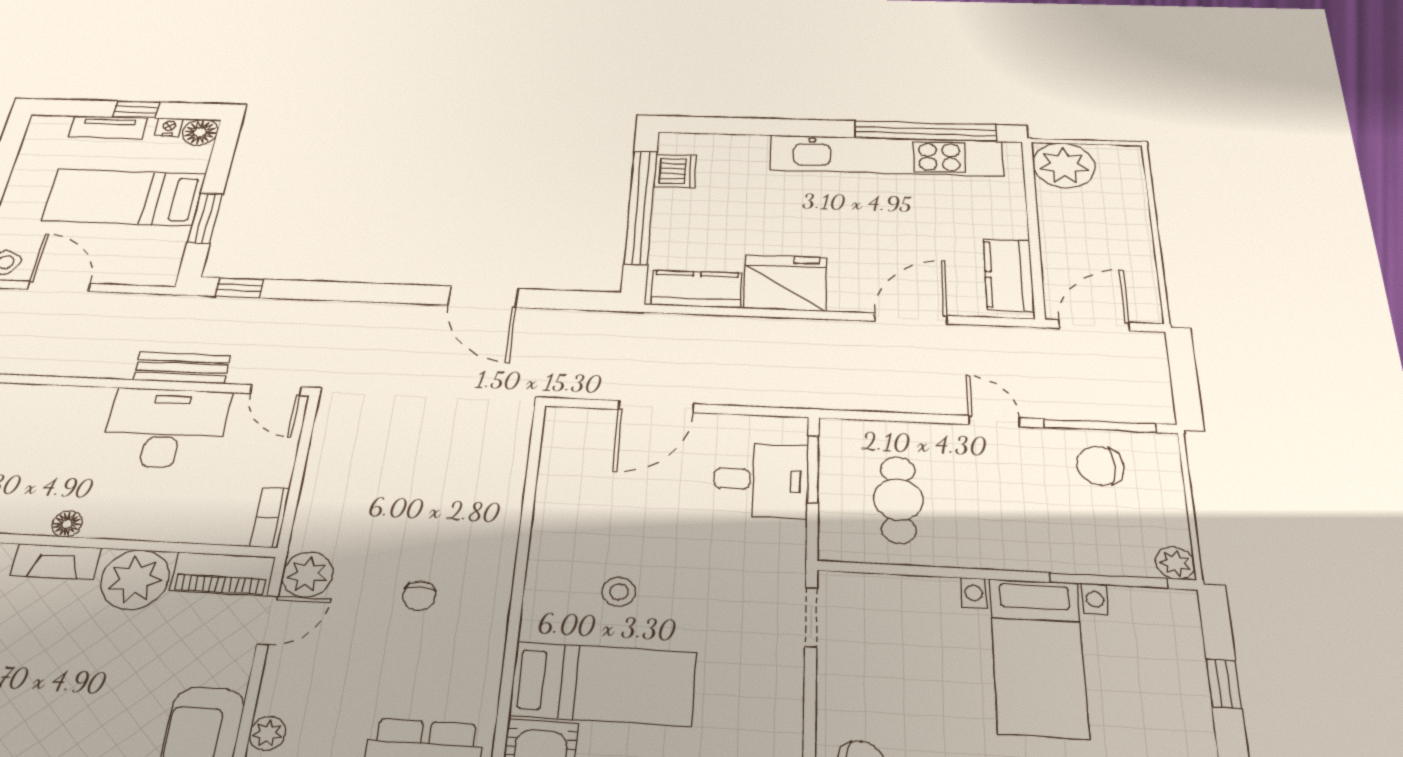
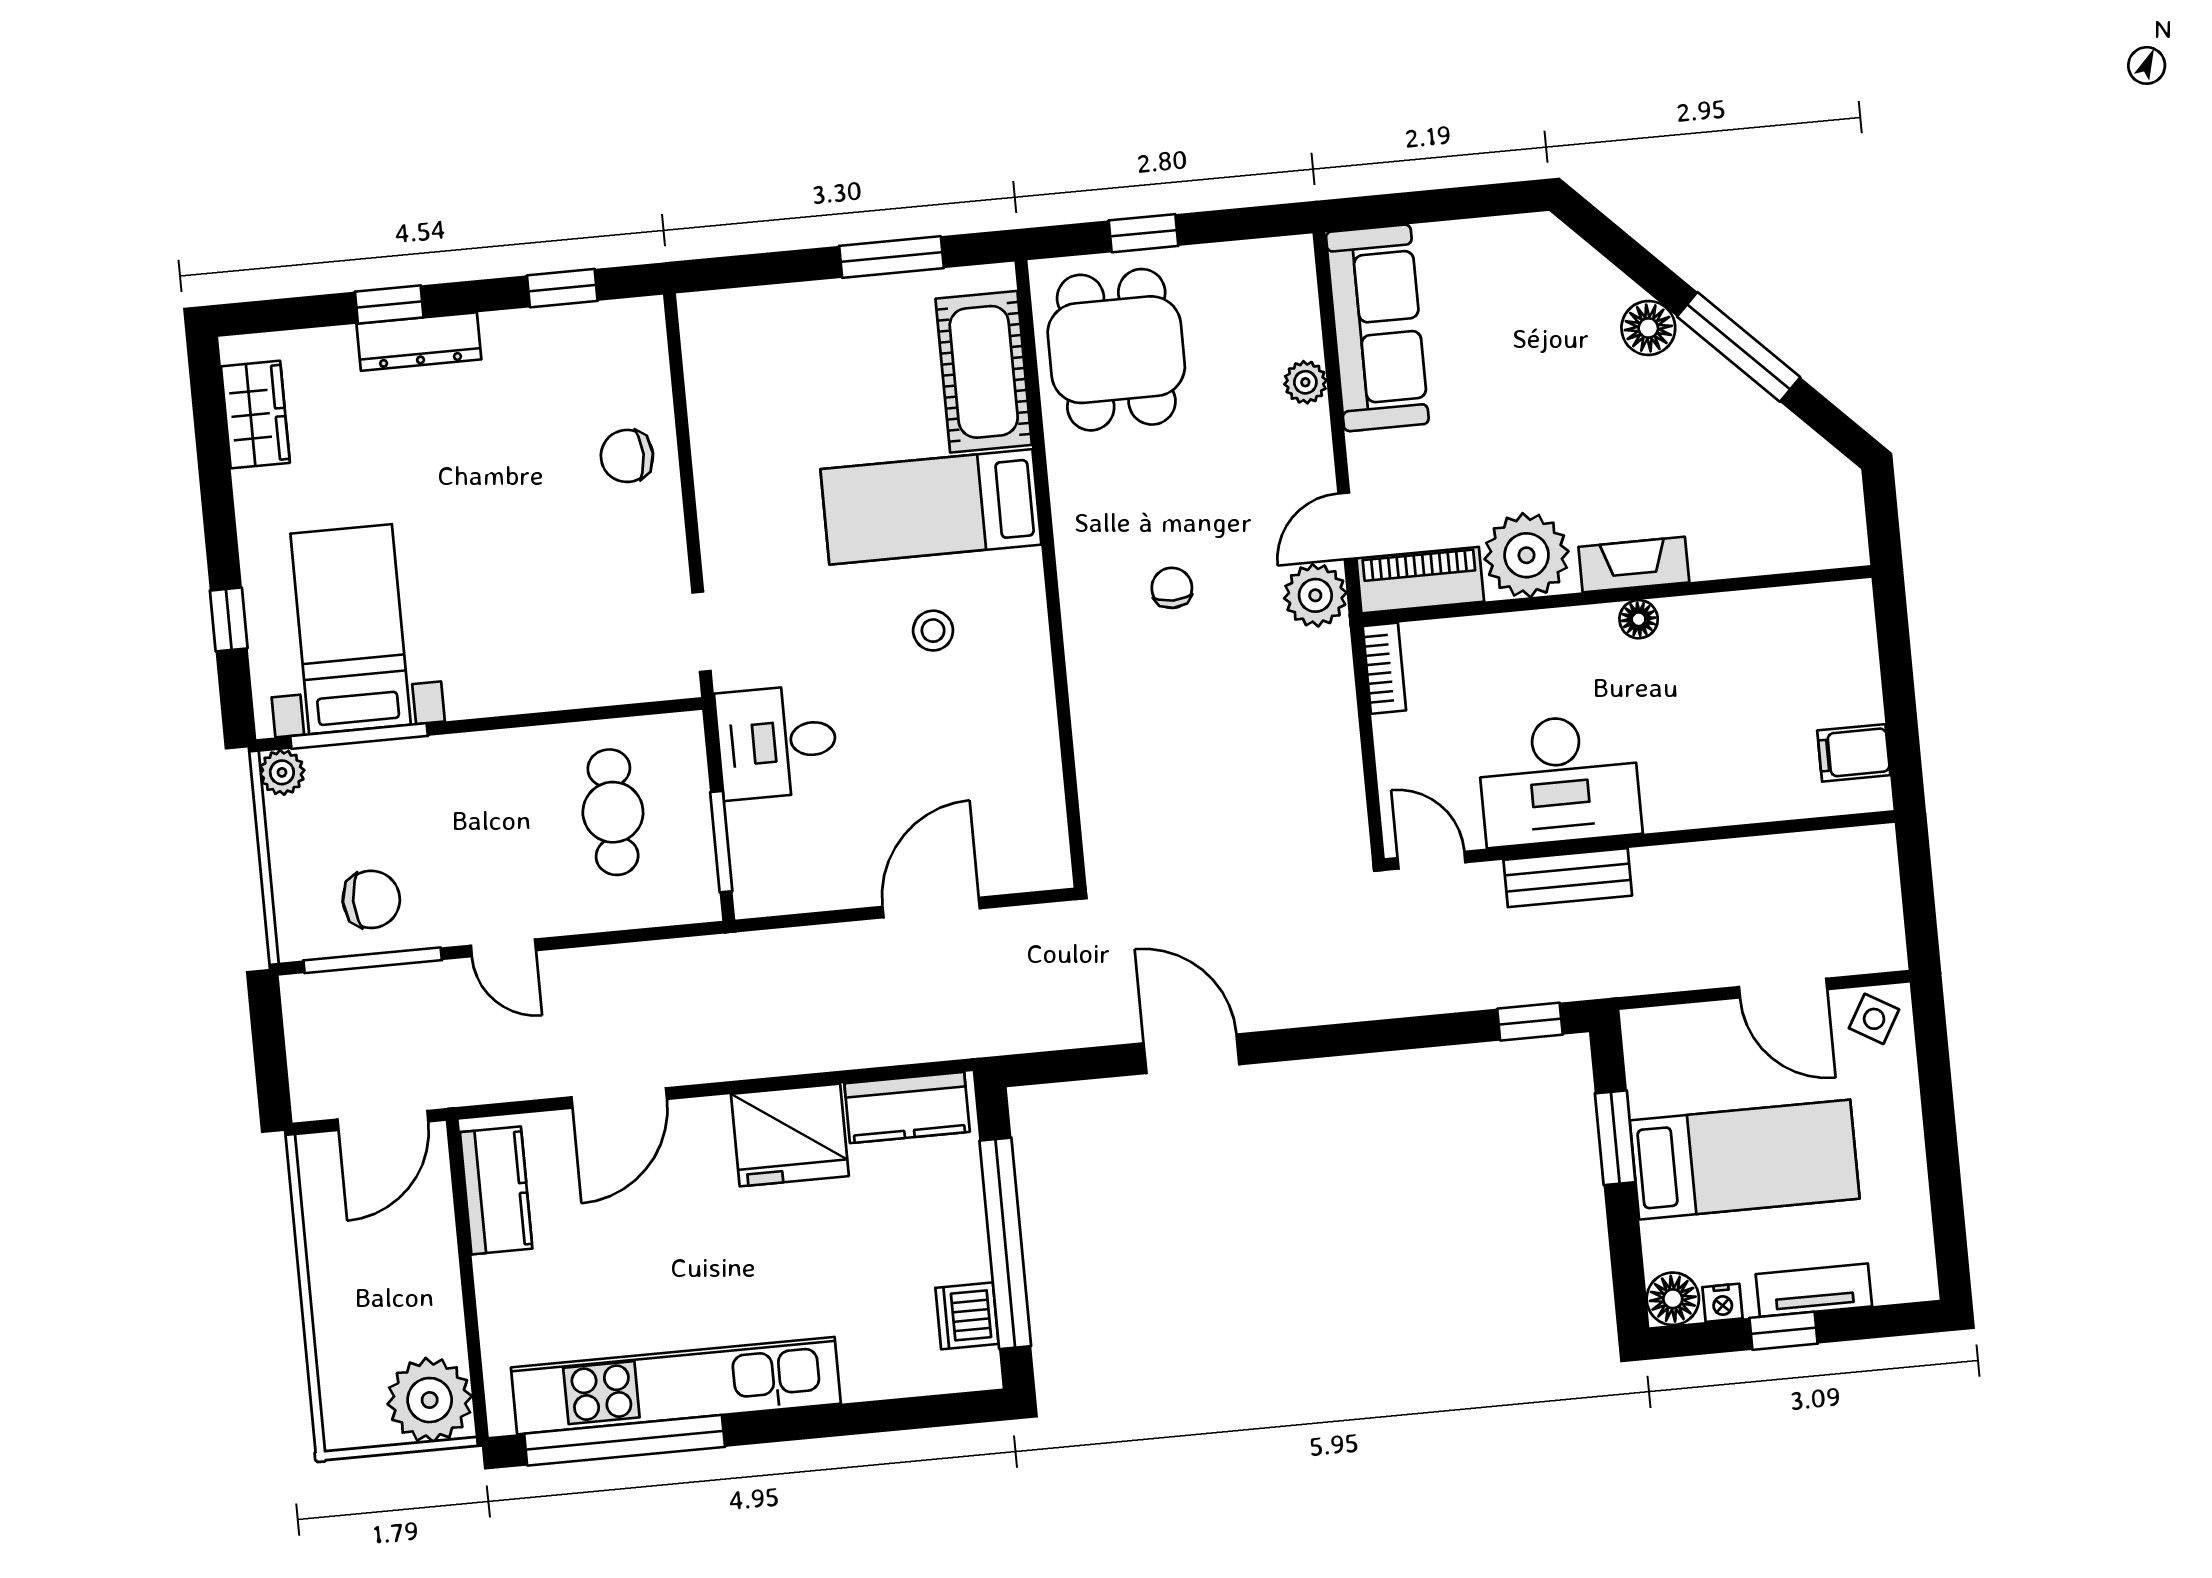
desk: (761, 480) -> (777, 742), moved
bed with nightstands: (1038, 657) -> (351, 629), moved

